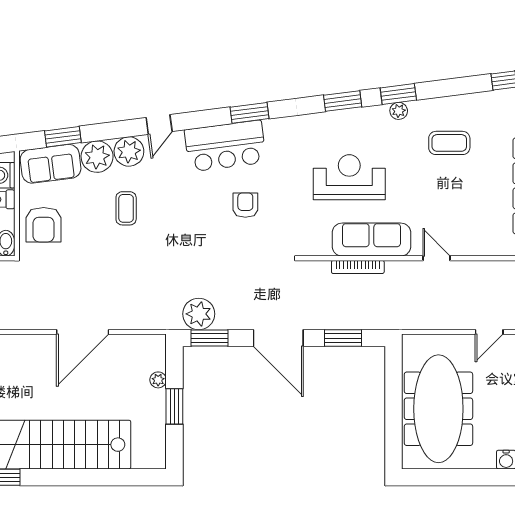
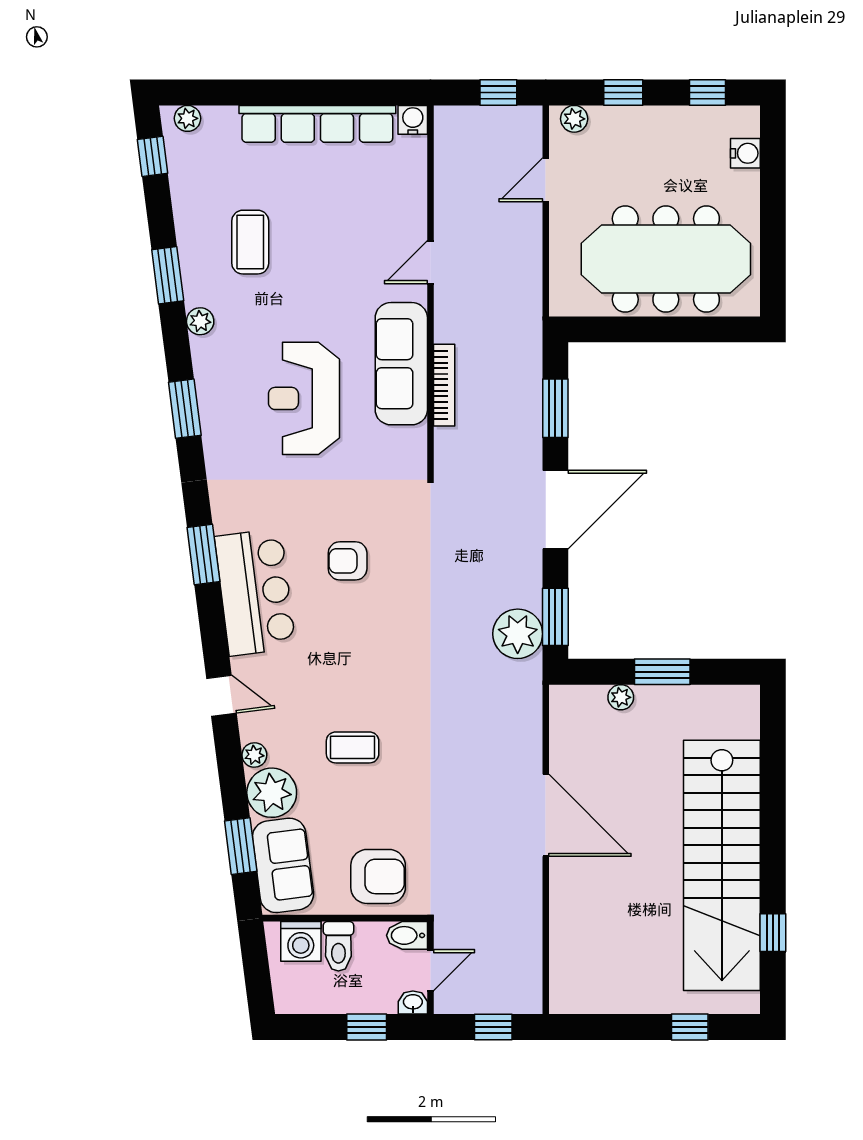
window: (398, 94) -> (168, 275), moved
plant: (129, 152) -> (254, 755), width x0.53, depth x0.53
door: (489, 332) -> (546, 180), swing flipped

